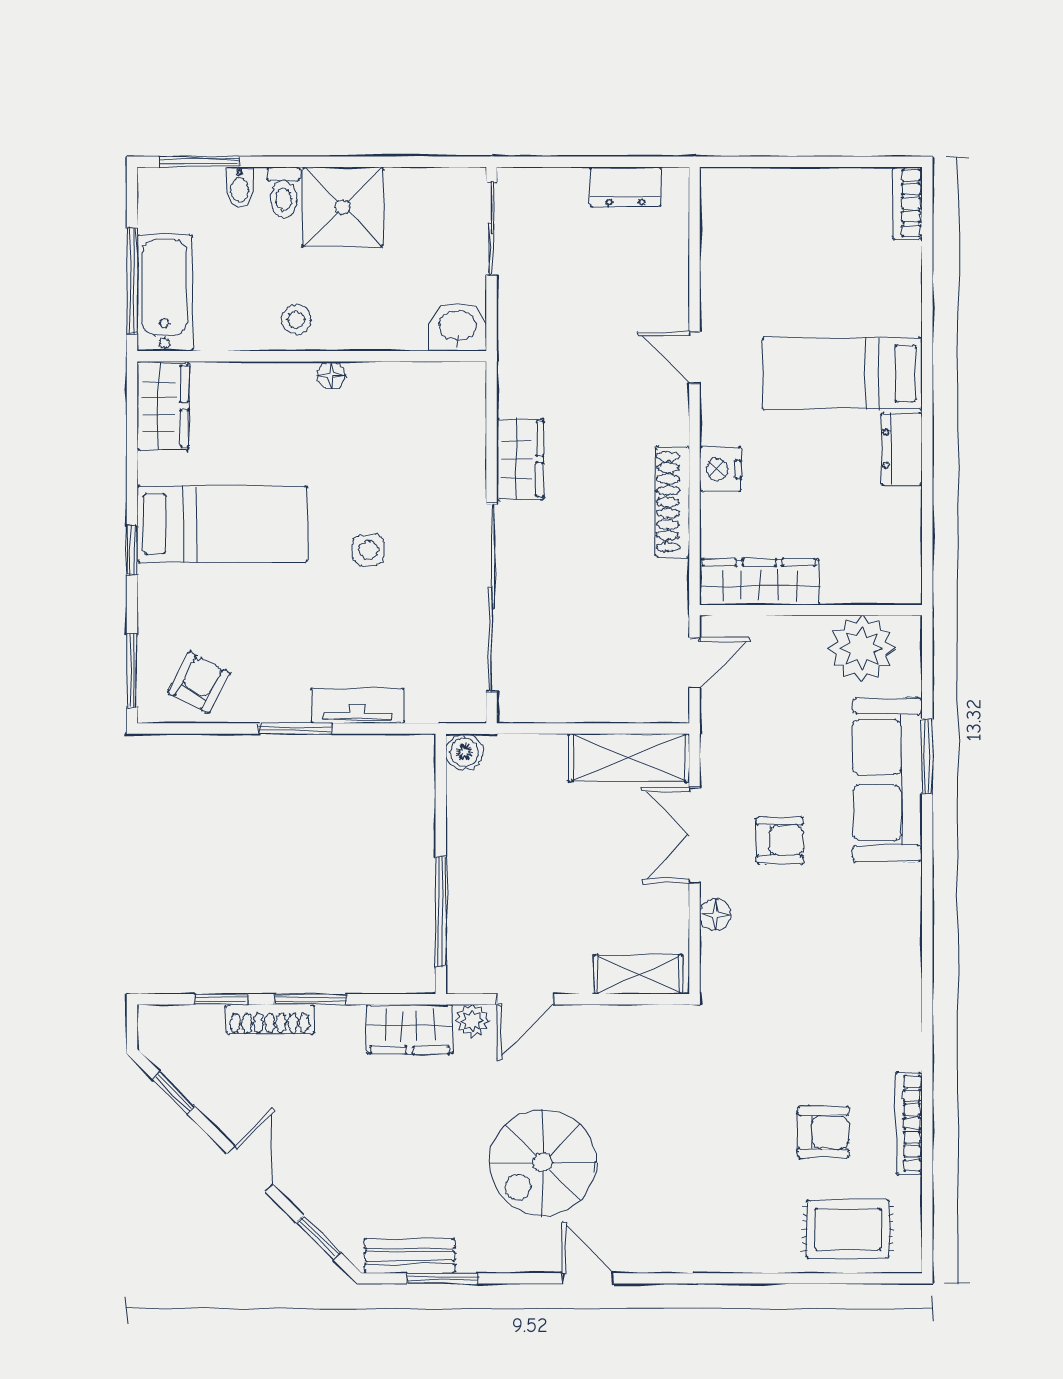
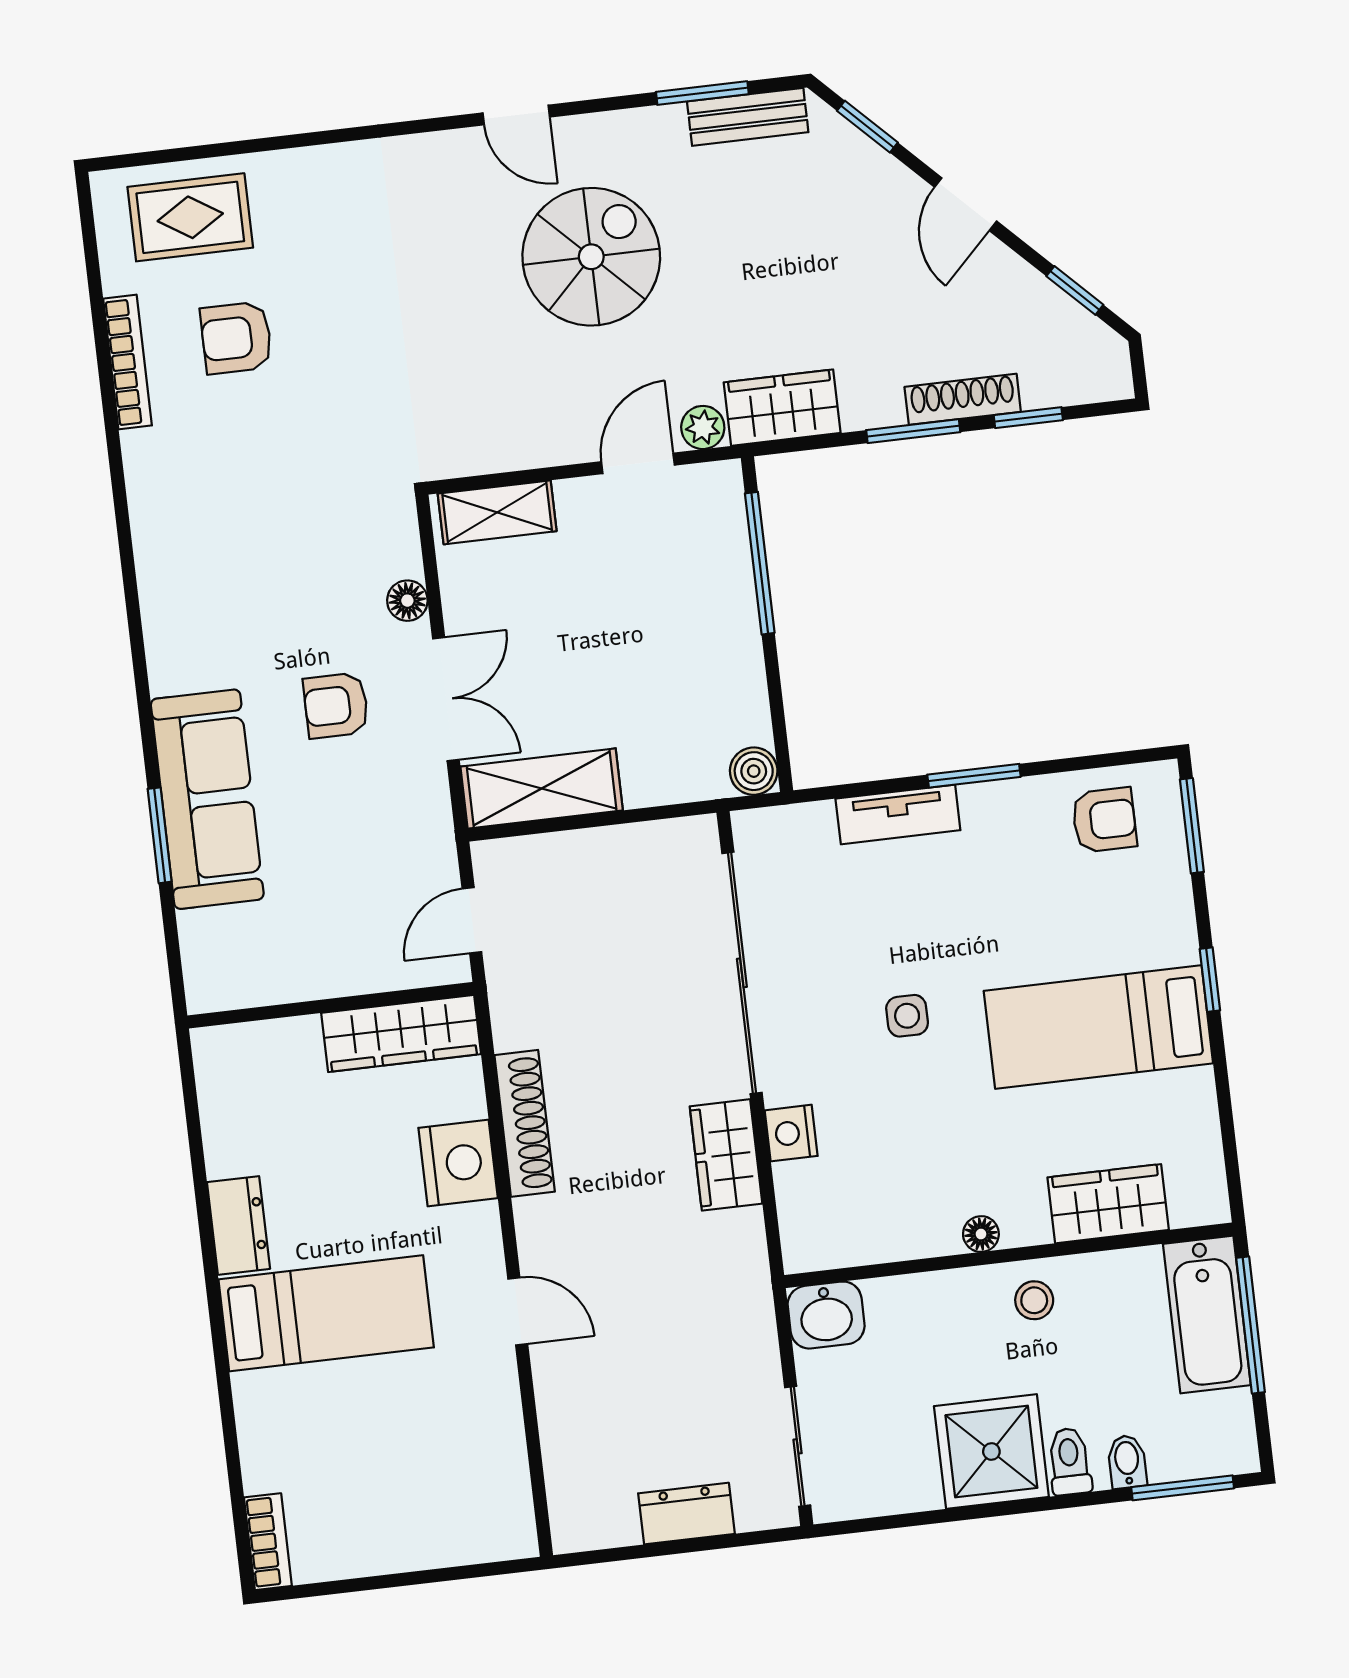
dresser: (626, 187) -> (686, 1514), moved
wardrobe: (163, 406) -> (1108, 1204), moved, turned 90
nightstand: (720, 469) -> (458, 1163), width x1.36, depth x1.33
nightstand: (468, 470) -> (791, 1133), added
plant: (862, 648) -> (260, 964), removed
armchair: (199, 683) -> (1104, 820), turned -118

